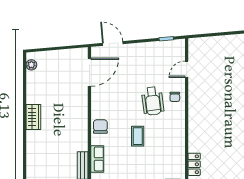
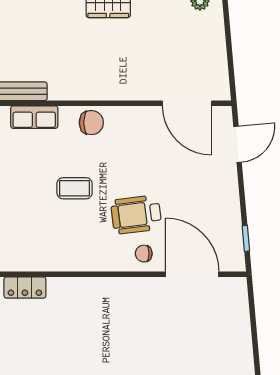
door: (187, 69) -> (192, 274), width x1.88

